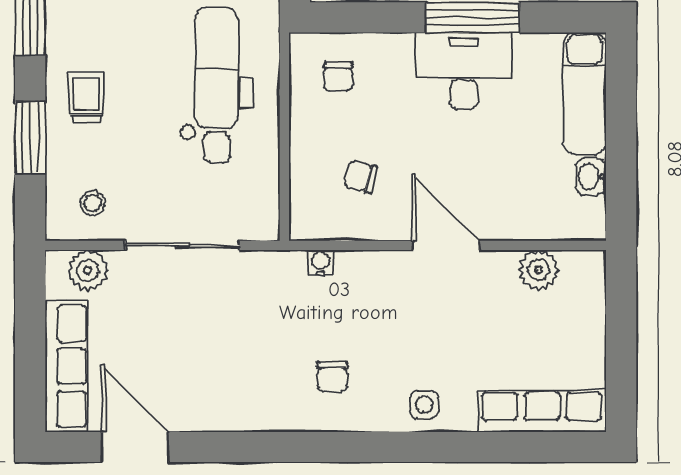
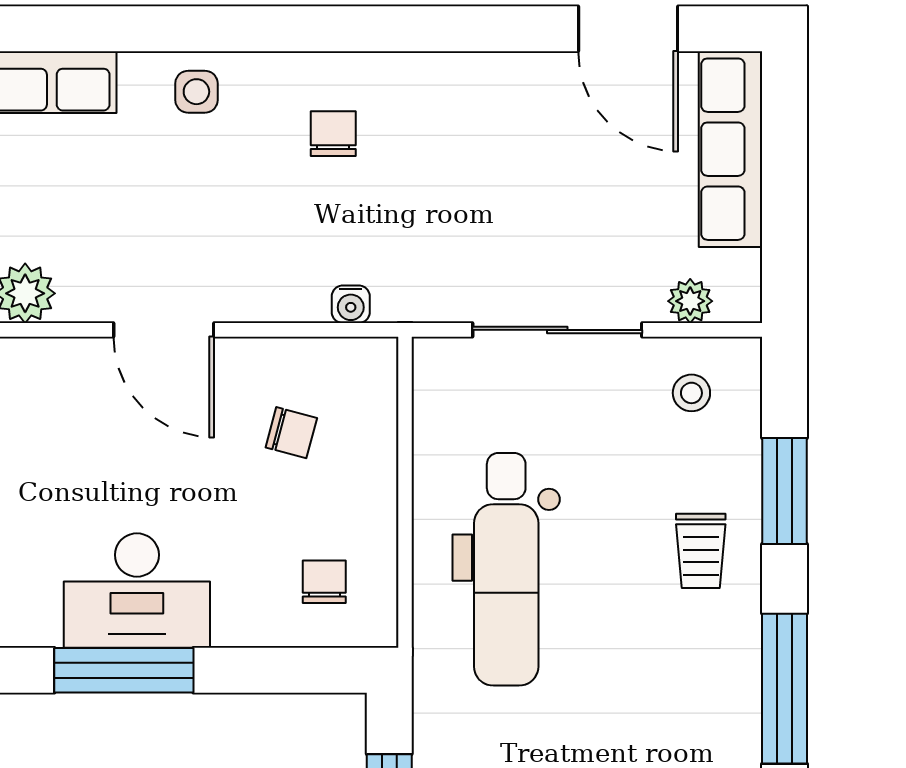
plant: (88, 270) -> (690, 301), width x0.73, depth x0.73

